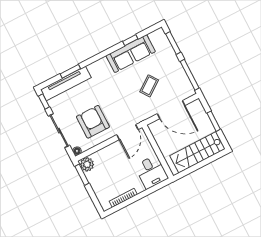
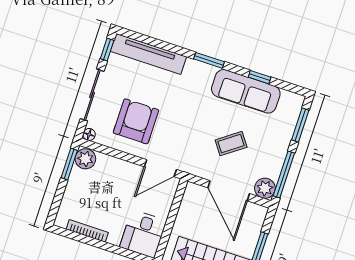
window: (70, 71) -> (209, 60), moved
plant: (187, 91) -> (265, 188), added

